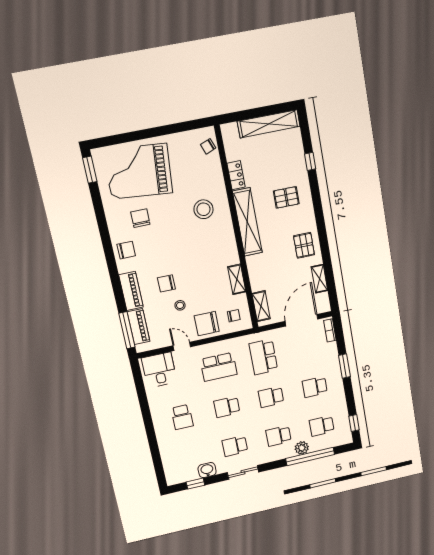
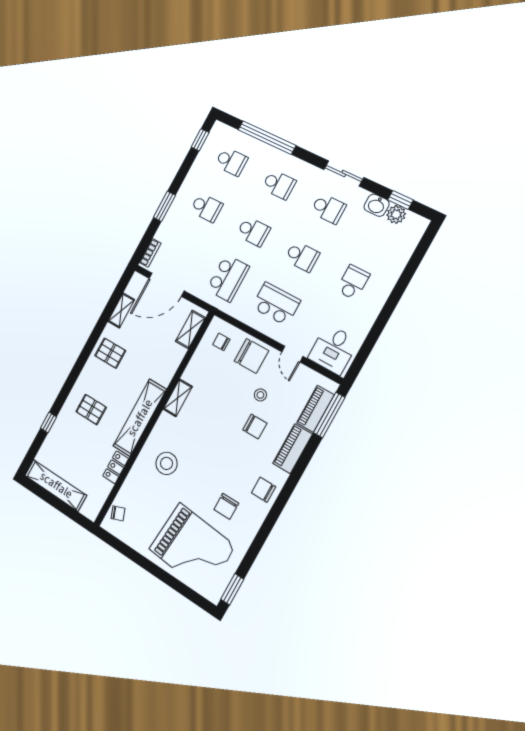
pallet: (304, 245) -> (110, 353), turned 90
shelving: (237, 279) -> (178, 398), moved
plant: (302, 448) -> (396, 214), moved

